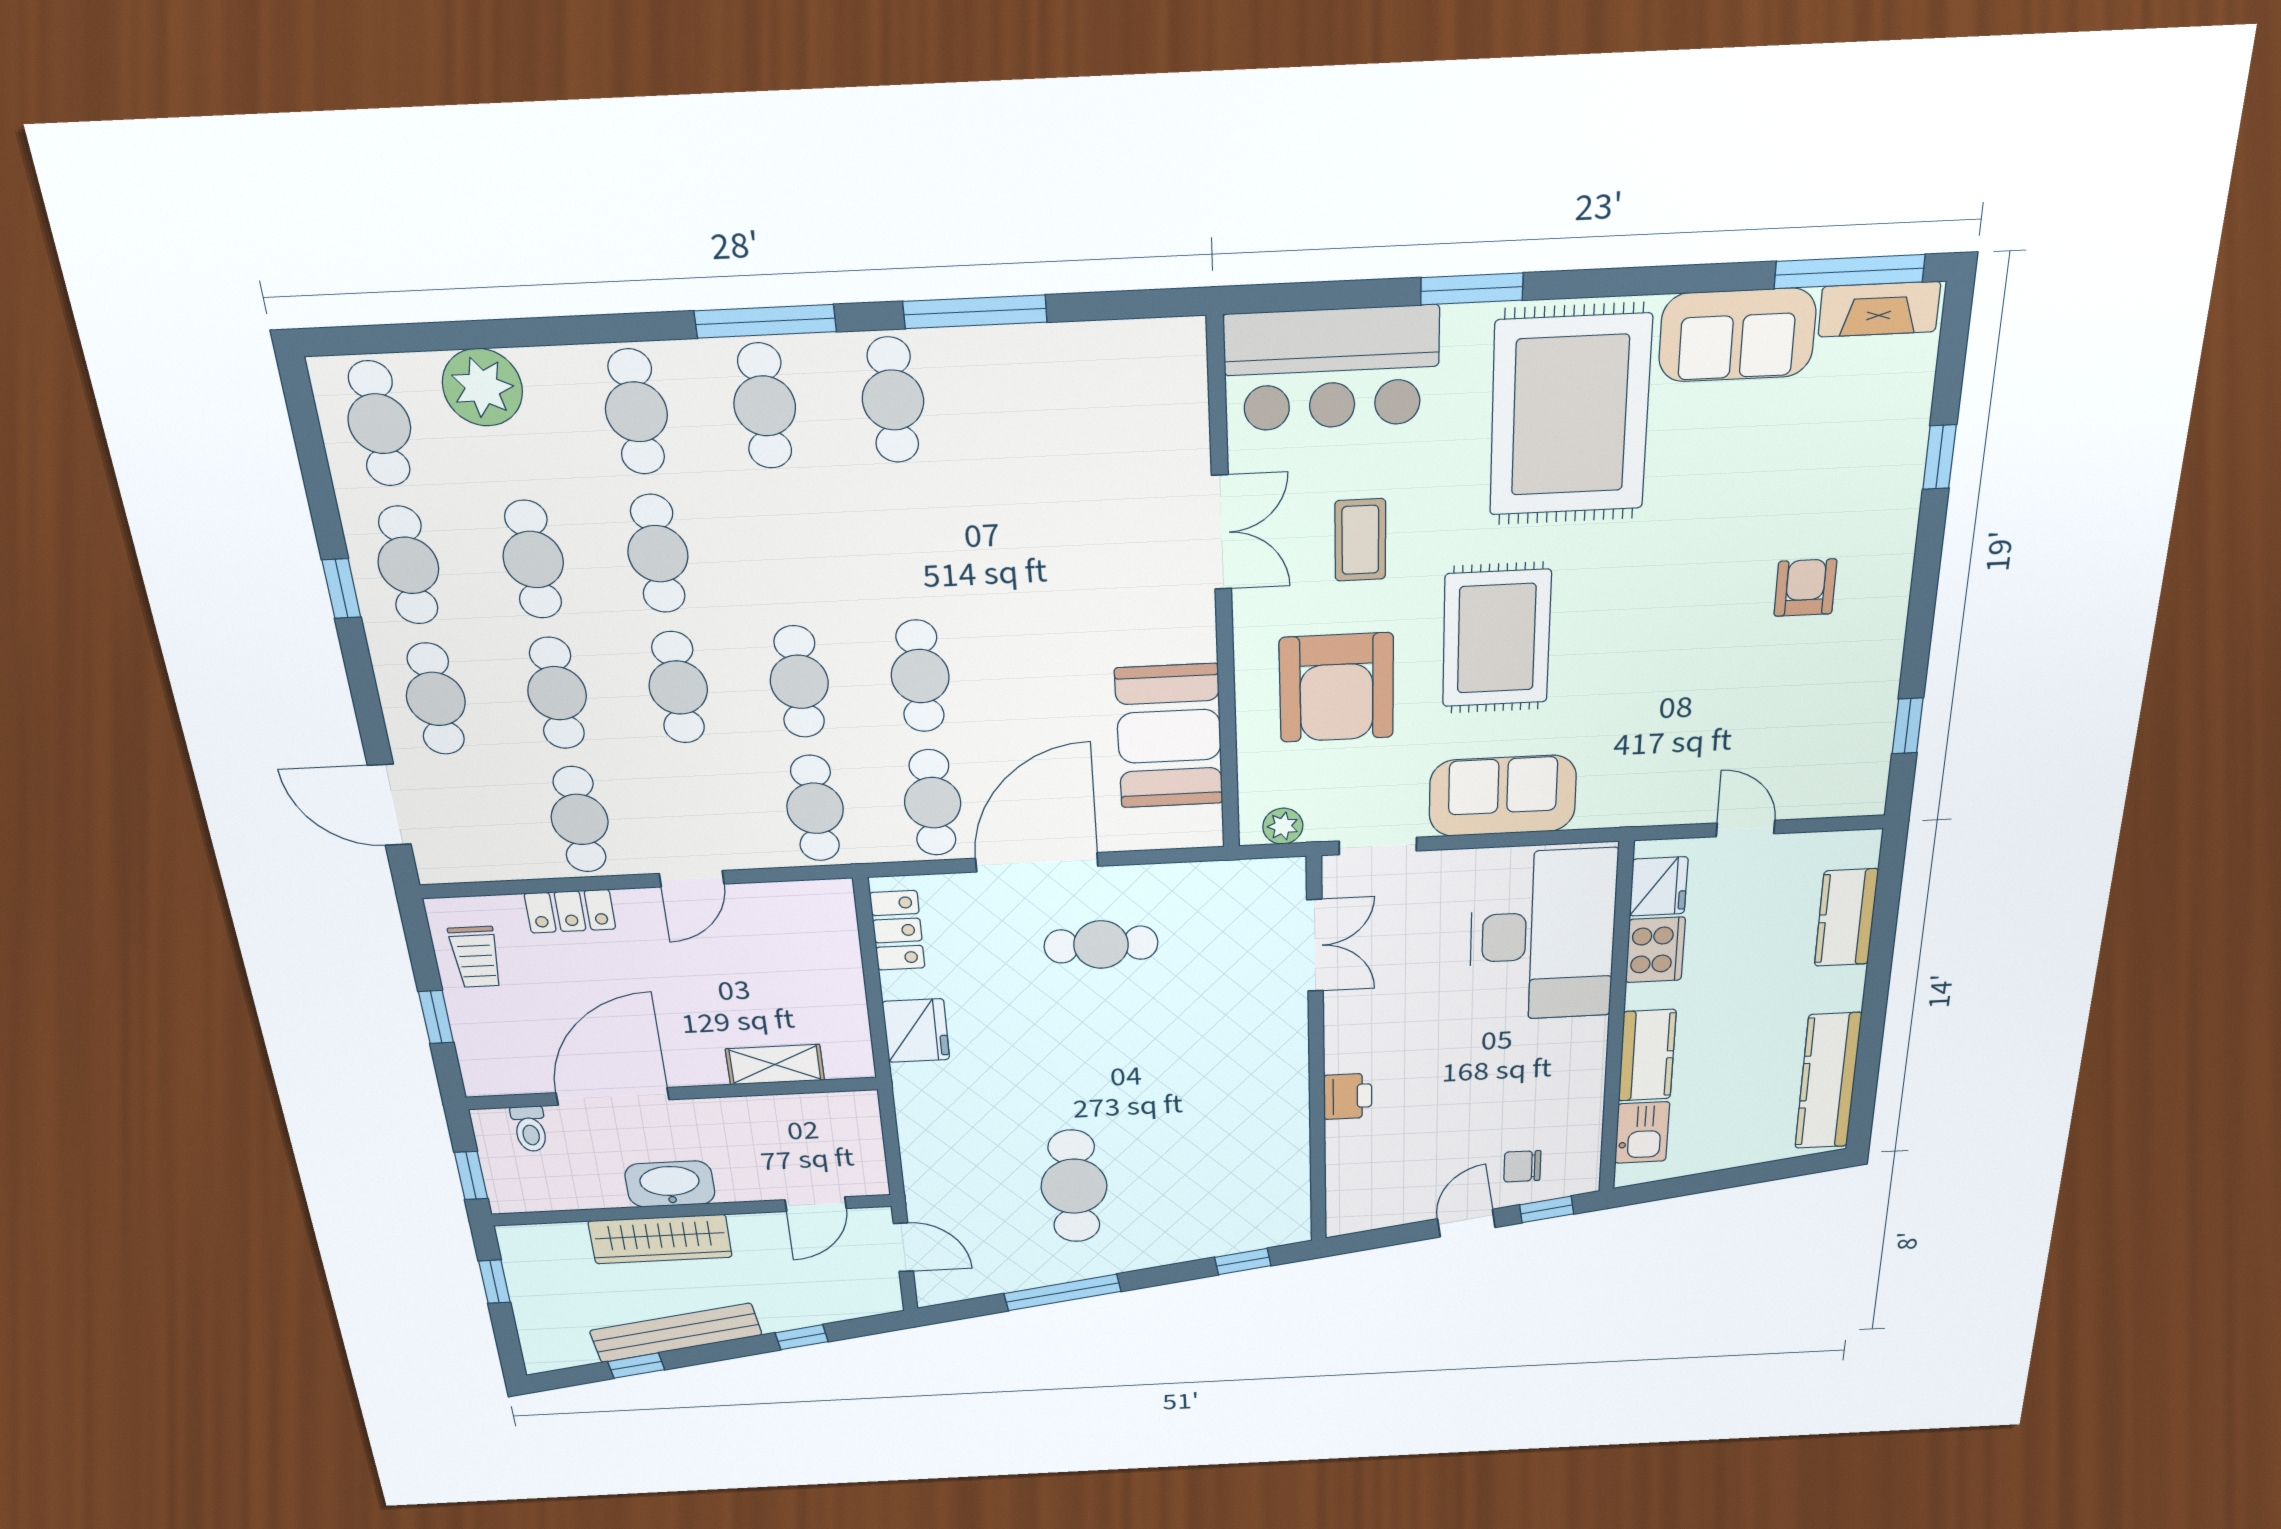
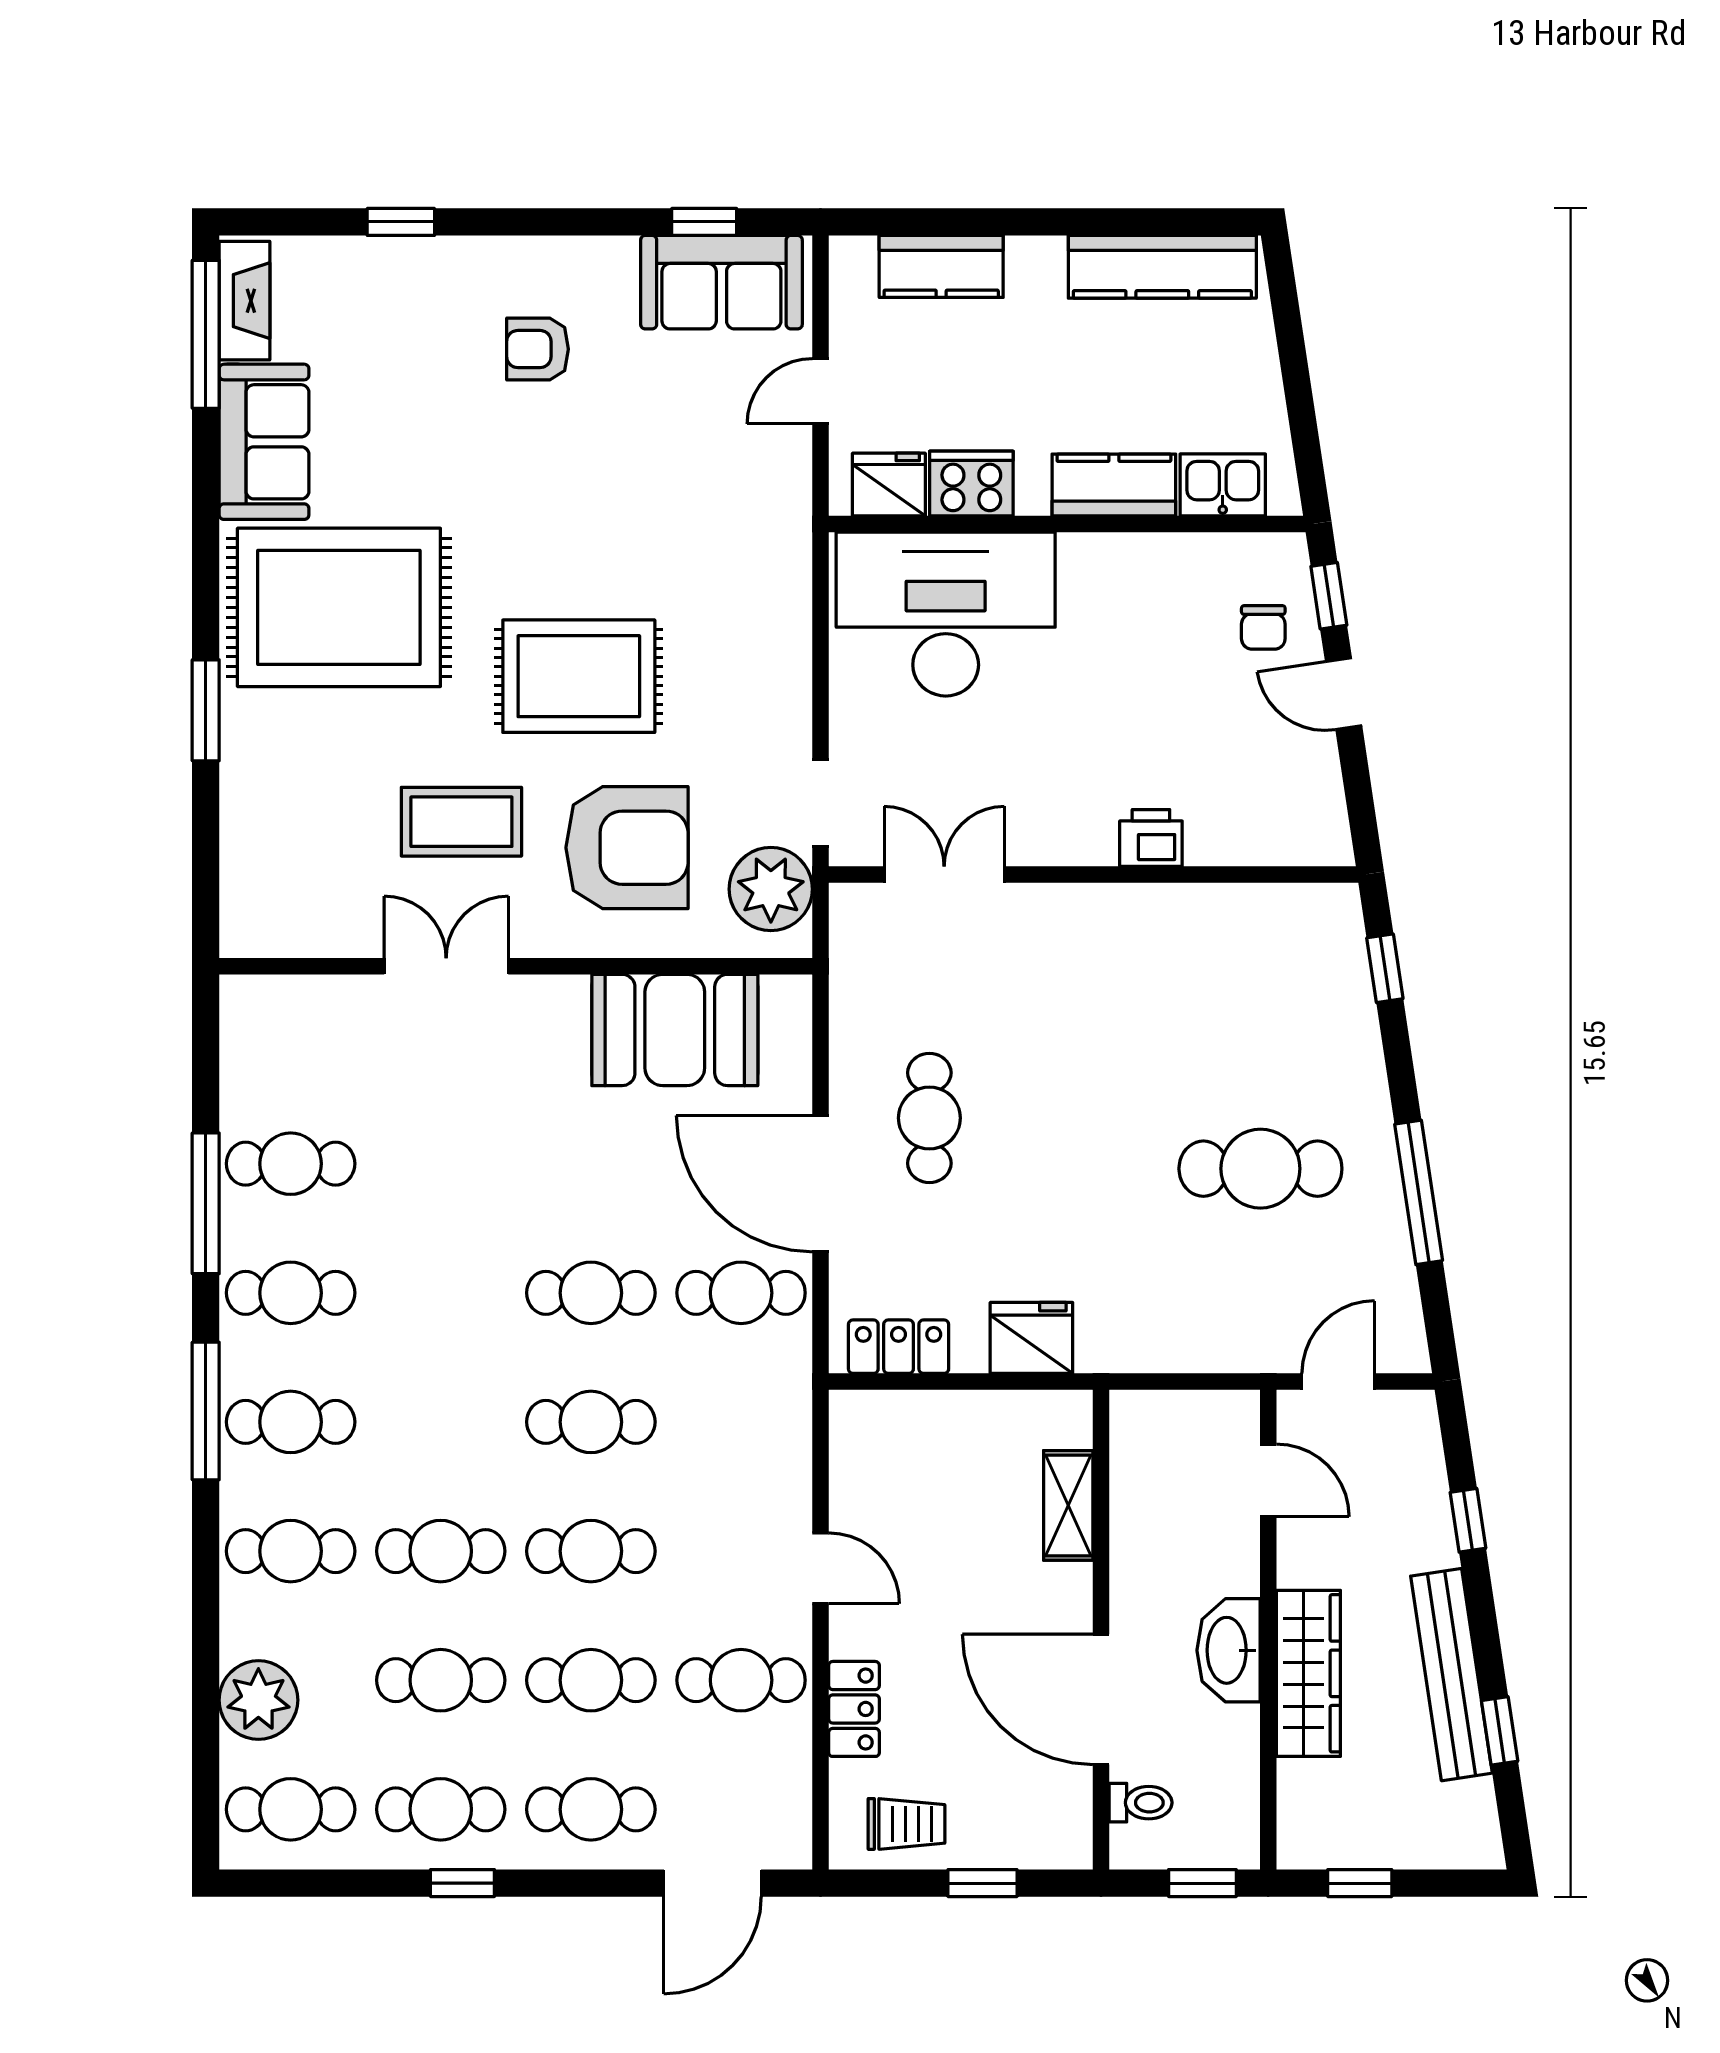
bar counter: (1332, 369) -> (279, 850), removed
coffee table: (1360, 540) -> (461, 822), width x1.36, depth x1.30
sofa: (1503, 796) -> (721, 282), moved, turned -90
cafe table: (815, 808) -> (291, 1164), moved
plant: (1283, 826) -> (771, 889), width x1.88, depth x1.88

